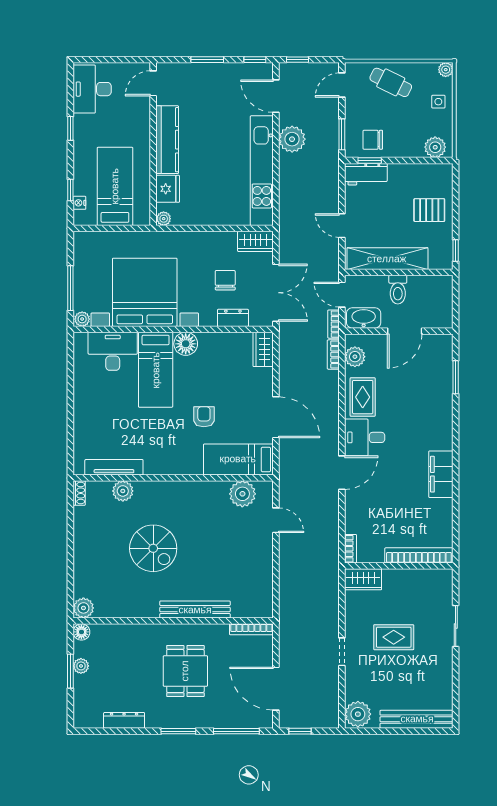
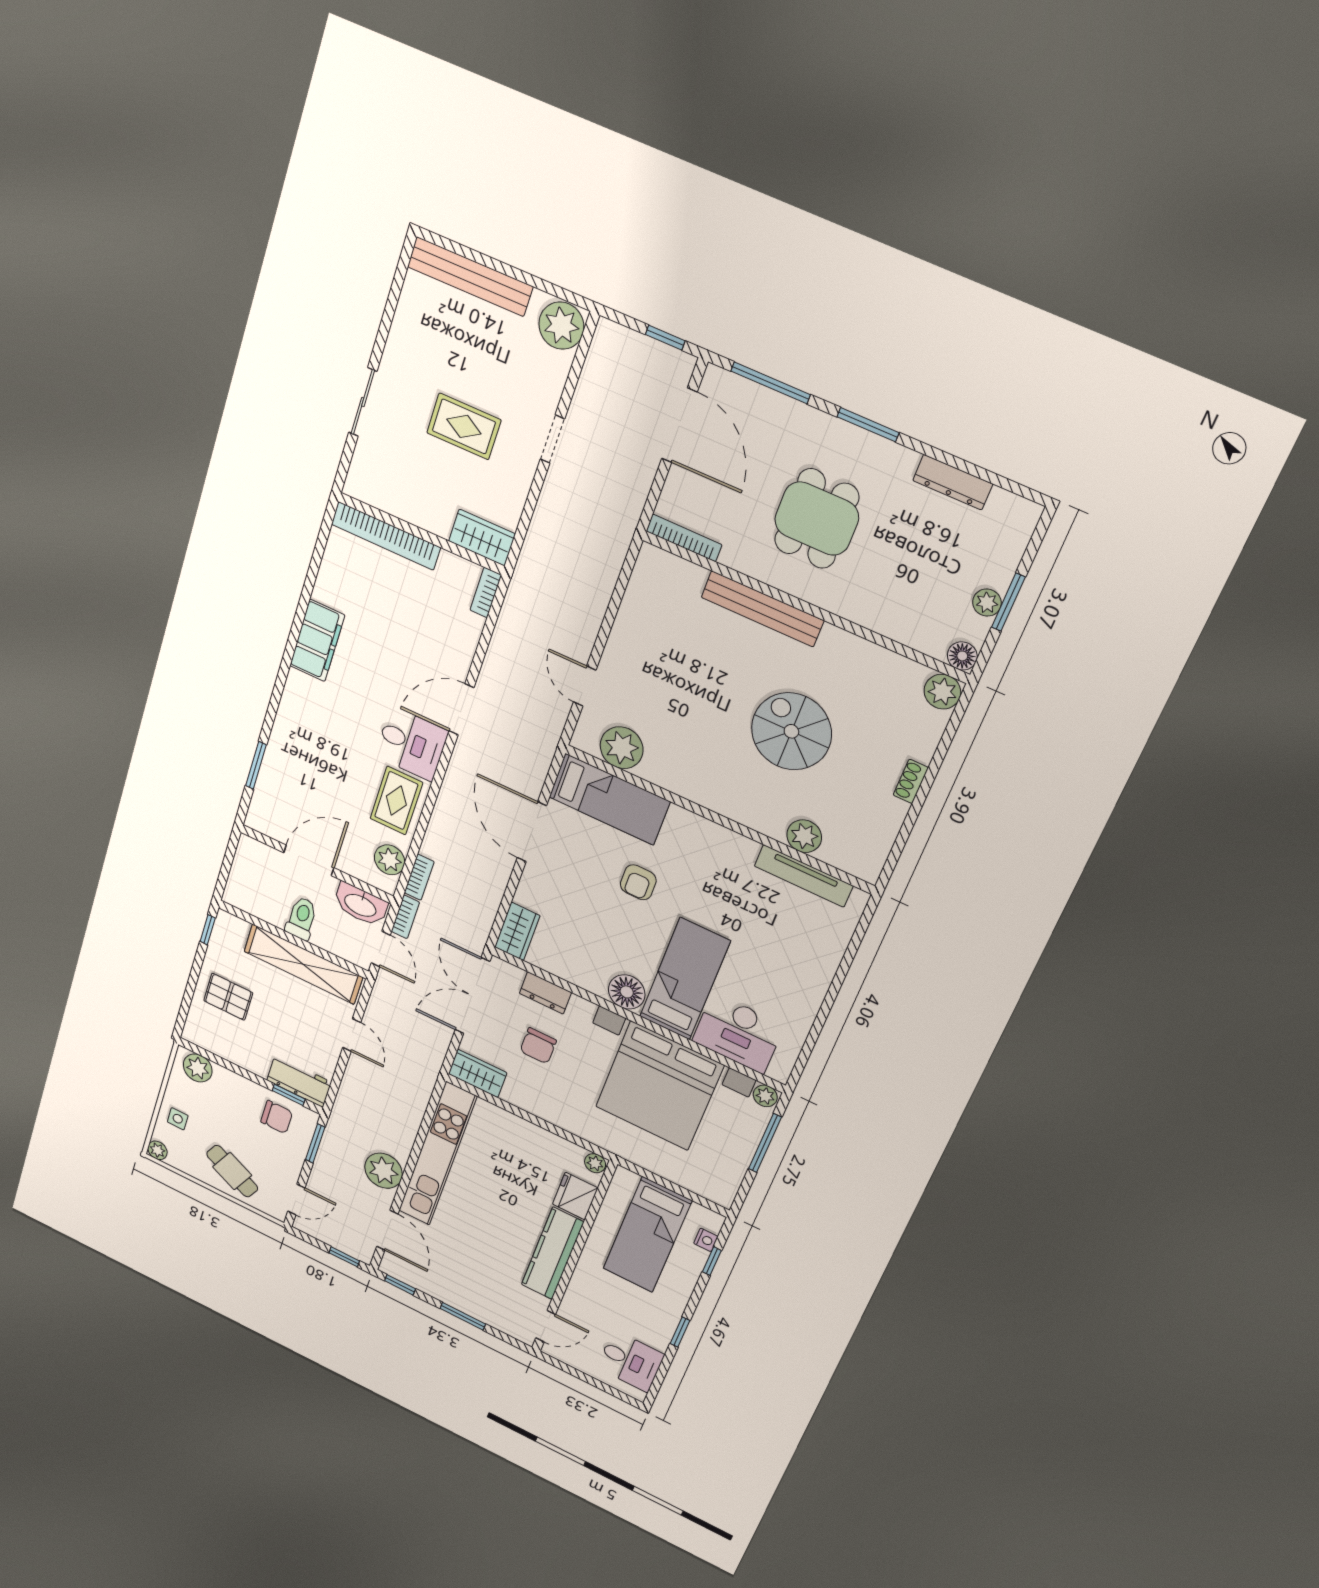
desk: (92, 89) -> (631, 1361), width x0.73
shoe rack: (79, 493) -> (911, 781), moved

